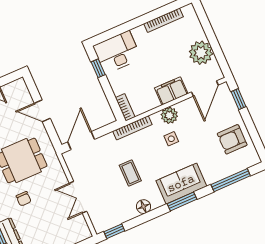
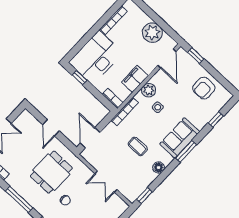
desk: (117, 52) -> (96, 58), width x1.36, depth x1.30
filing cabinet: (171, 91) -> (135, 79), moved
door: (42, 111) -> (51, 128), hinge flipped
window: (231, 180) -> (216, 119), width x0.46

